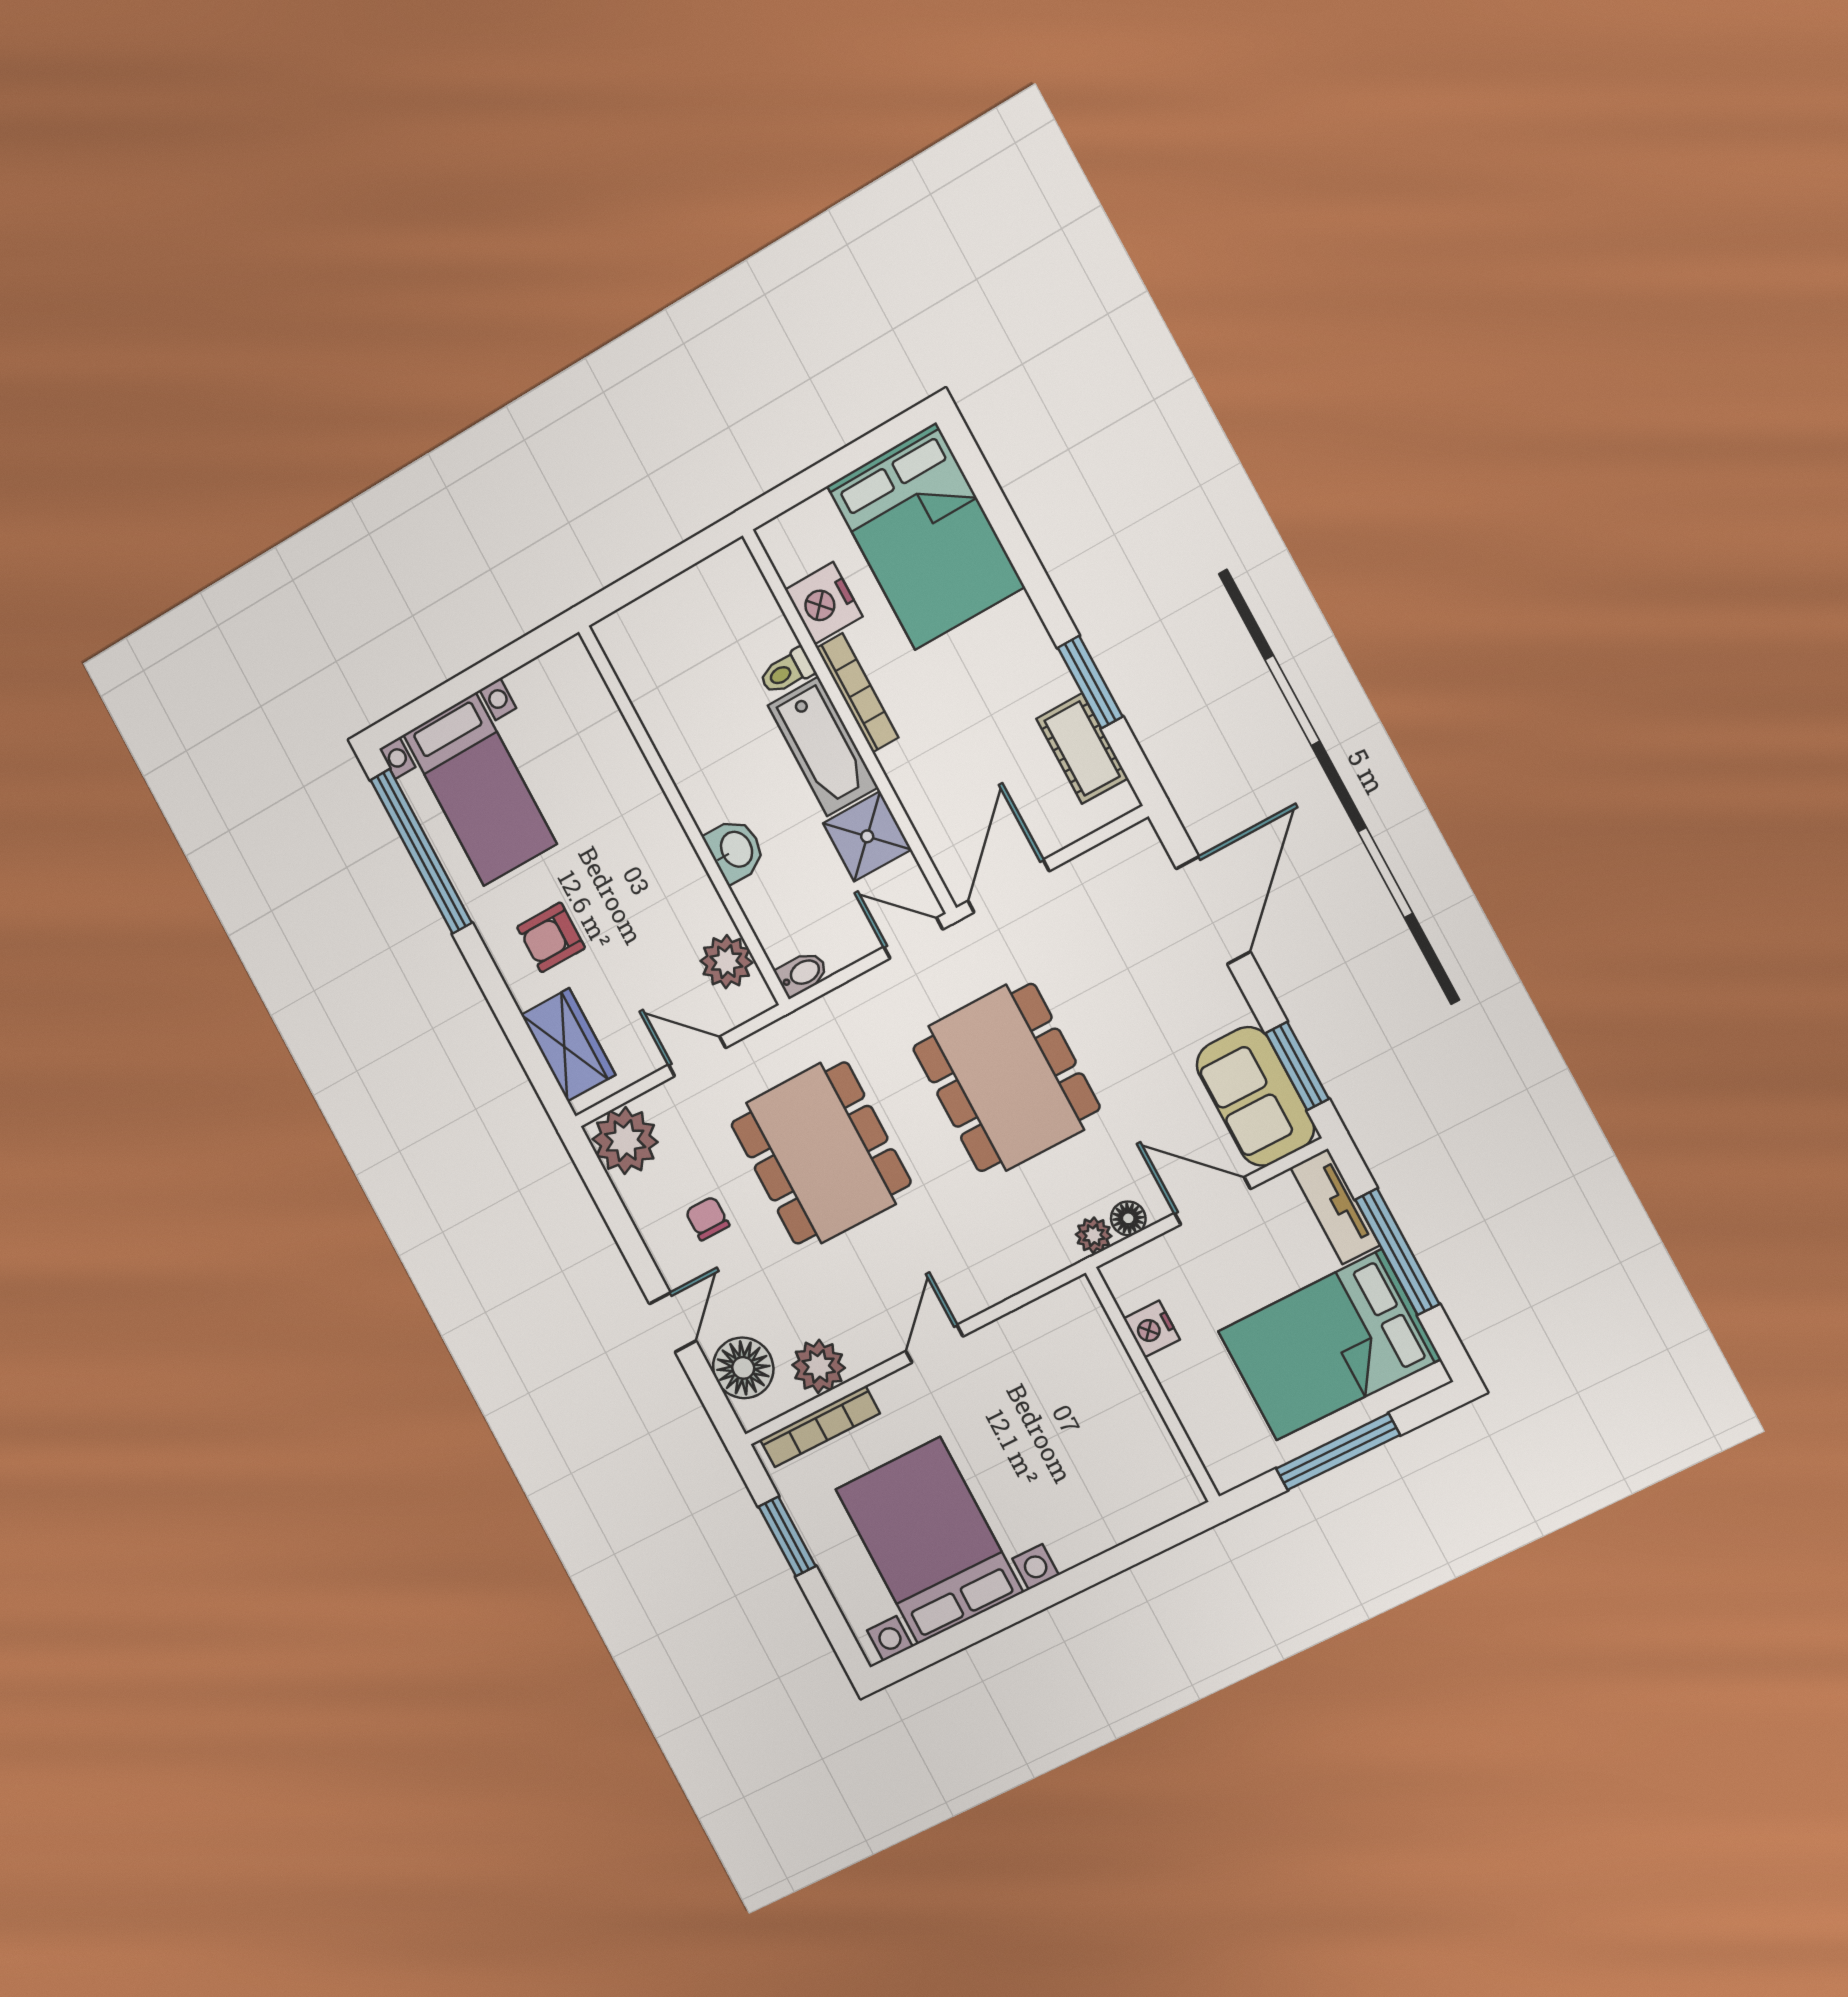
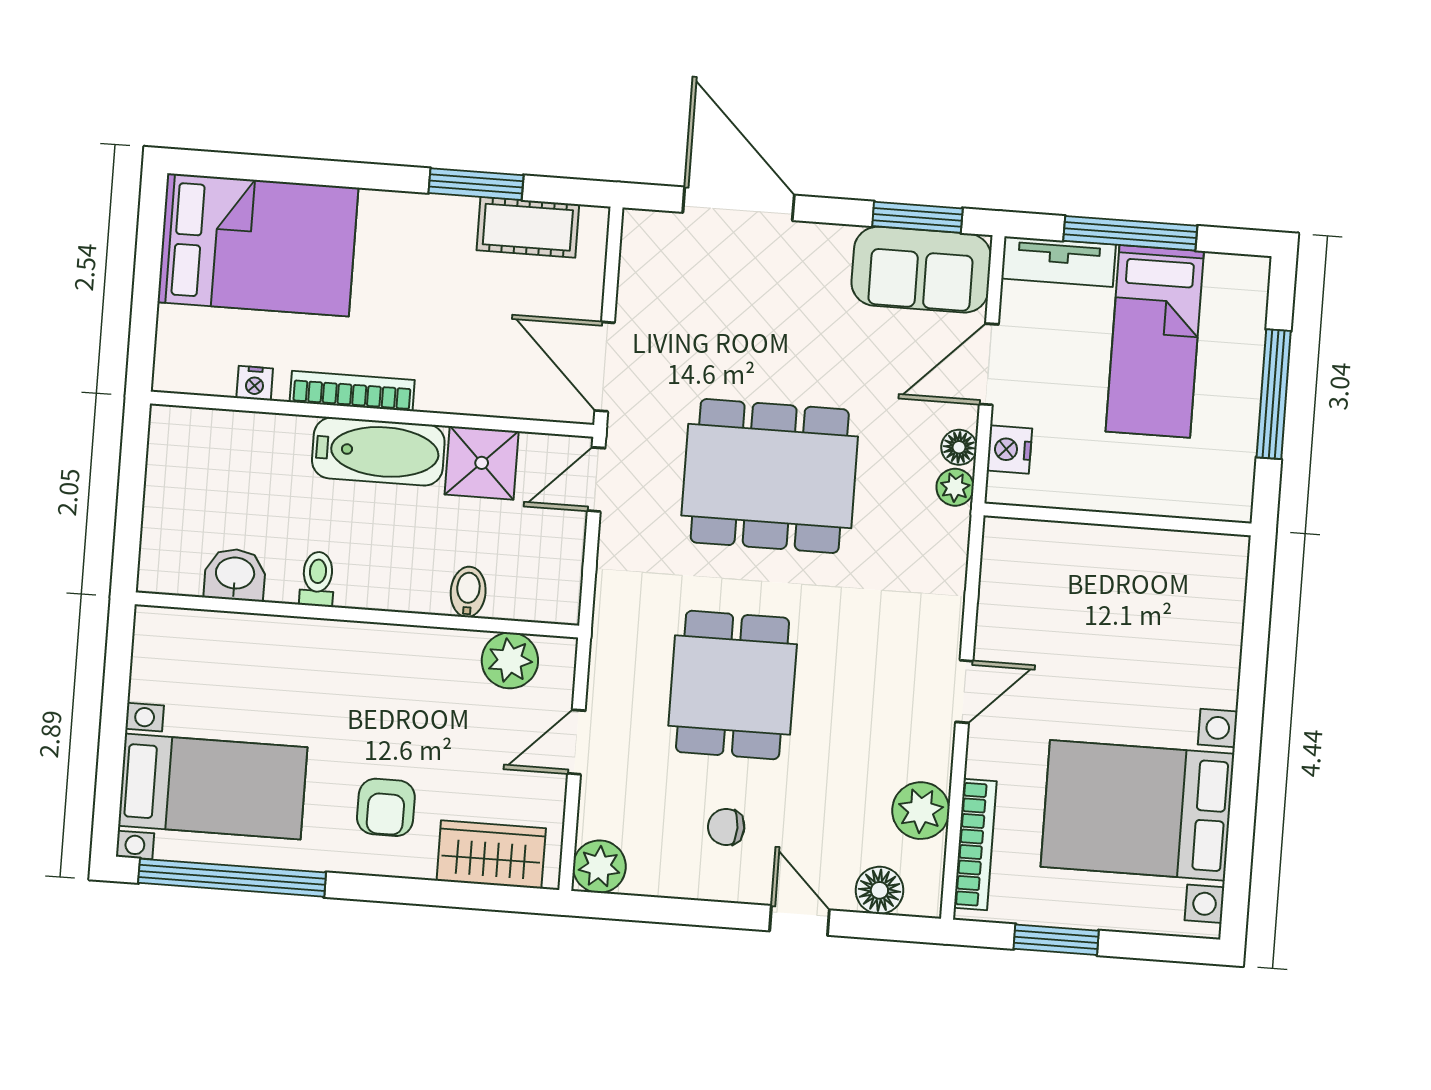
nightstand: (824, 603) -> (255, 383), width x0.53, depth x0.56
toilet: (787, 672) -> (317, 579), moved, turned 180
washbasin: (735, 850) -> (235, 575), moved
bidet: (802, 974) -> (468, 592), moved
plant: (625, 1141) -> (599, 867), width x0.73, depth x0.73
dining table: (821, 1153) -> (733, 685), width x0.73
nightstand: (1152, 1329) -> (1009, 449), moved, turned 90
door: (934, 1344) -> (964, 691), swing flipped
bed: (1329, 1345) -> (1155, 341), width x0.67
floor lamp: (743, 1368) -> (879, 890), width x0.73, depth x0.73

